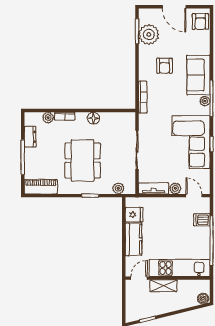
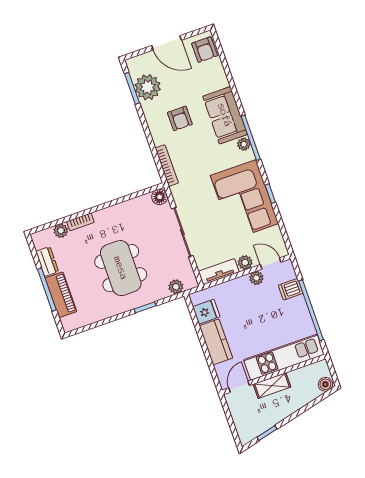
floor lamp: (93, 118) -> (160, 197), moved
piano: (41, 187) -> (61, 295), moved, turned 90
plant: (180, 203) -> (256, 278), added

